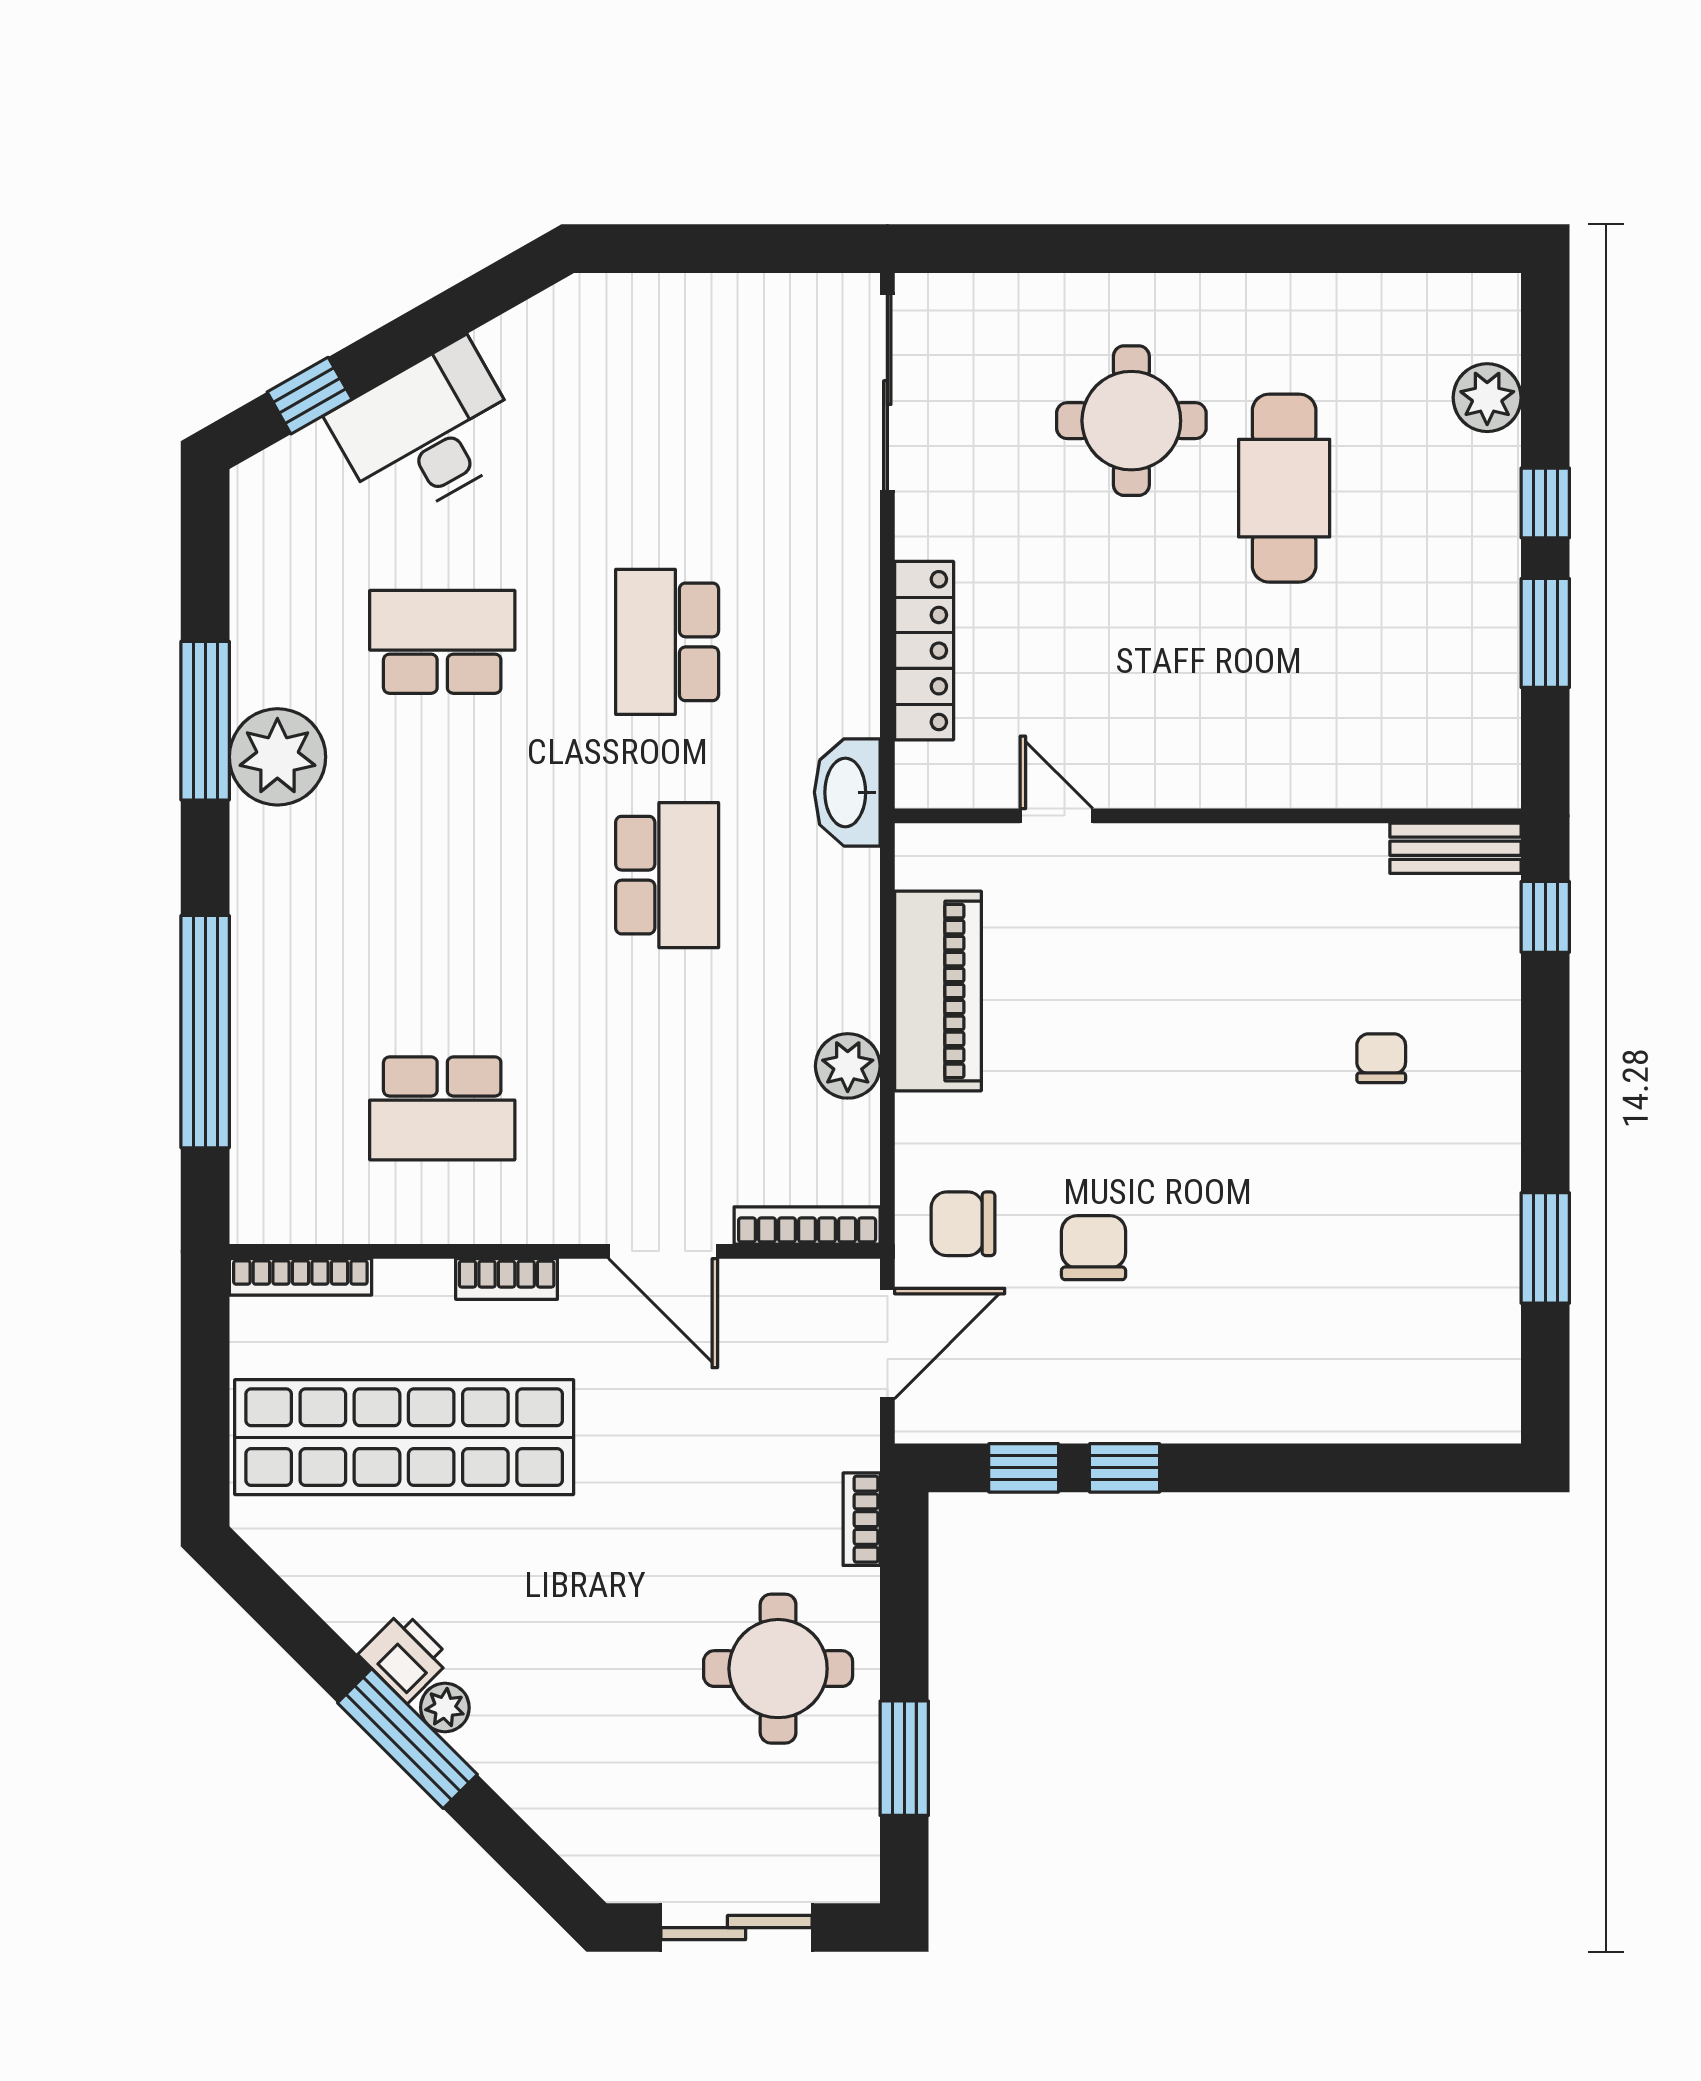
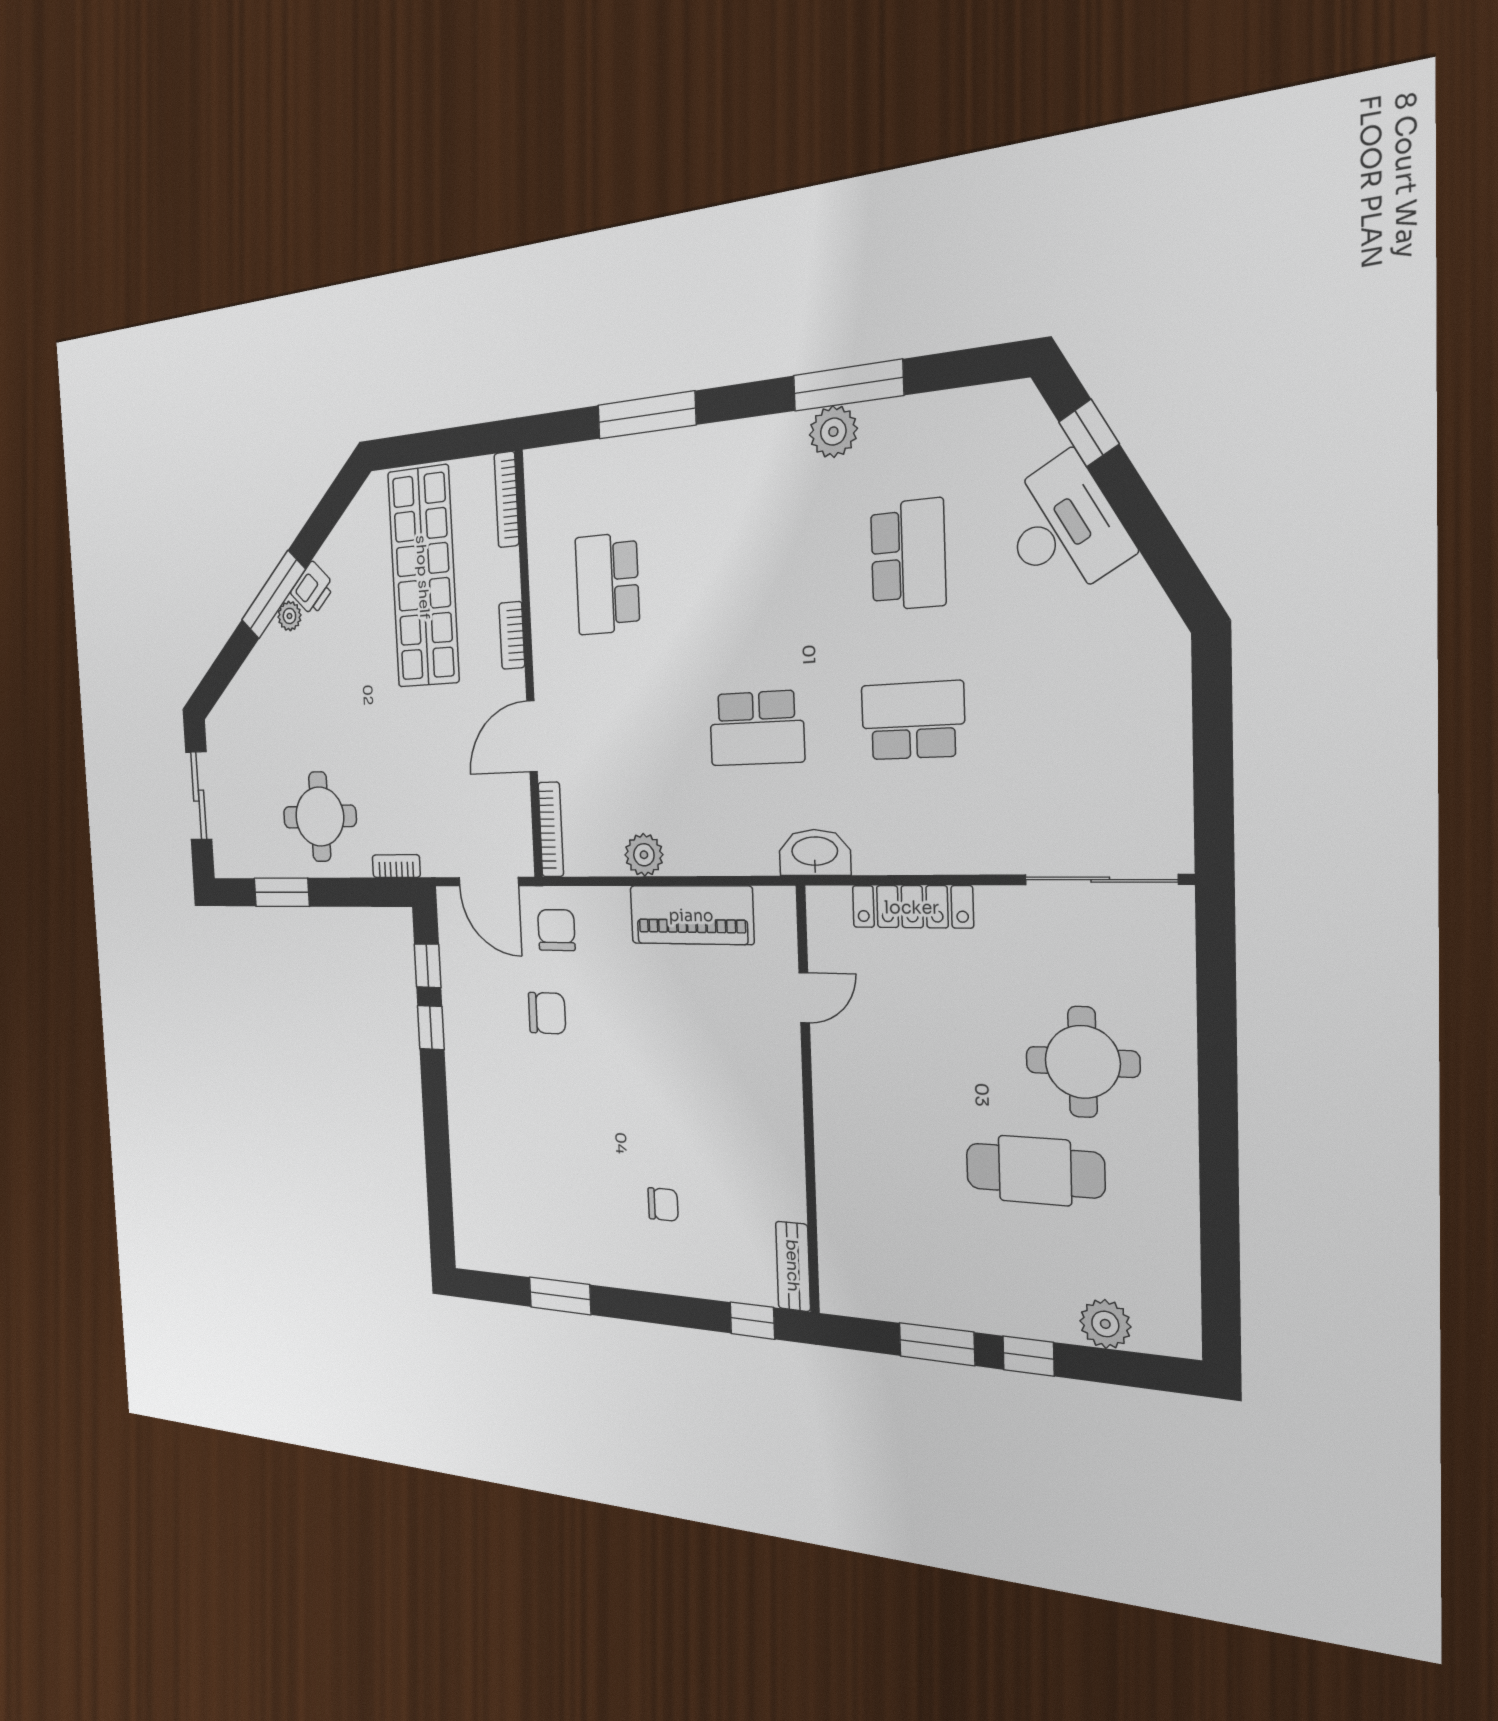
plant: (277, 757) -> (833, 432), width x0.73, depth x0.73
window: (205, 1032) -> (647, 415), width x0.68

